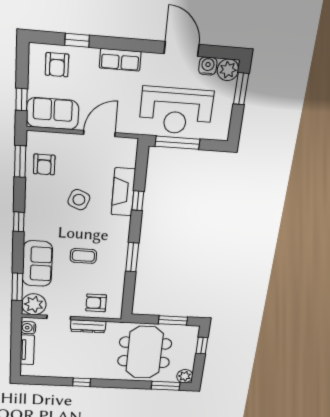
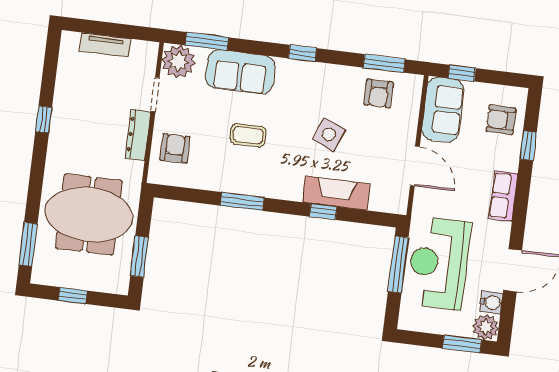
armchair: (44, 164) -> (379, 93), turned -90
coffee table: (83, 256) -> (248, 135), turned 90
water cooler: (28, 328) -> (142, 50), removed
window: (202, 346) -> (73, 296), moved
plant: (185, 376) -> (43, 273), removed

